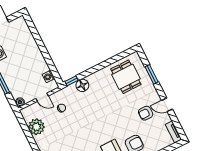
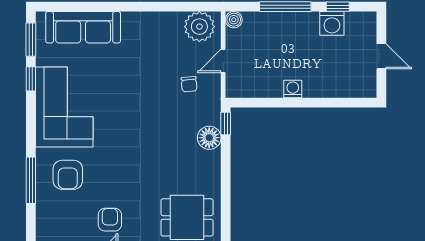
washing machine: (49, 76) -> (293, 89), moved
plant: (36, 127) -> (199, 27), moved

